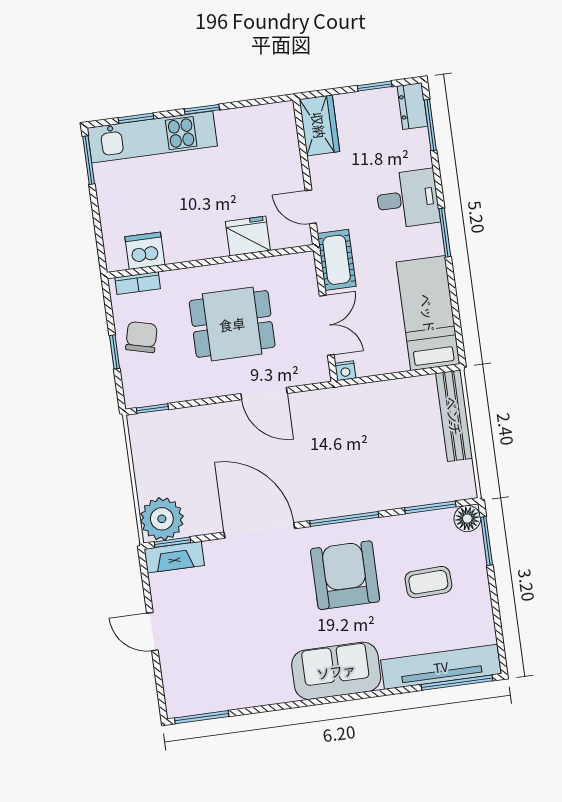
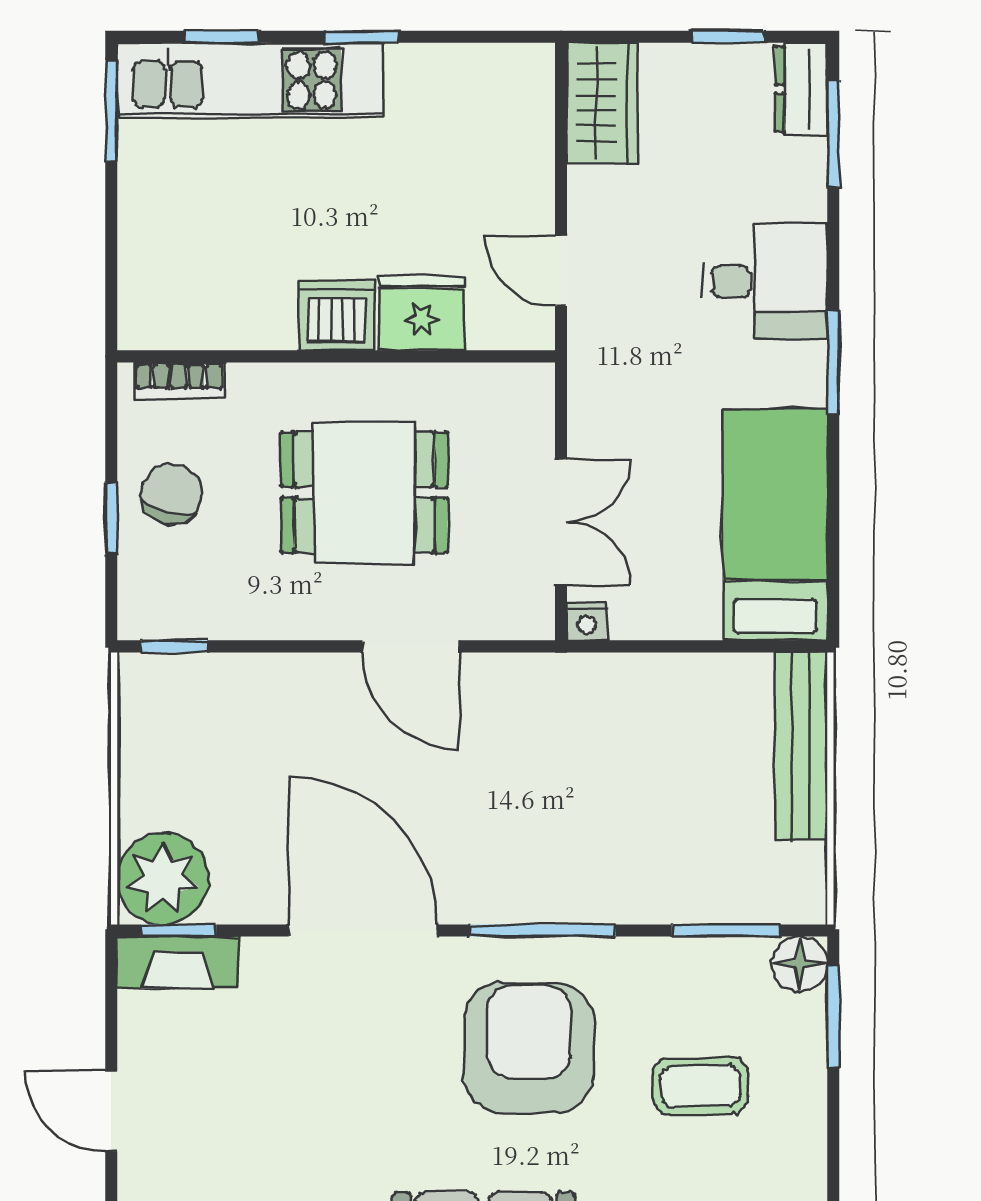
dishwasher: (145, 251) -> (337, 315), moved
cot: (337, 260) -> (600, 388), removed

